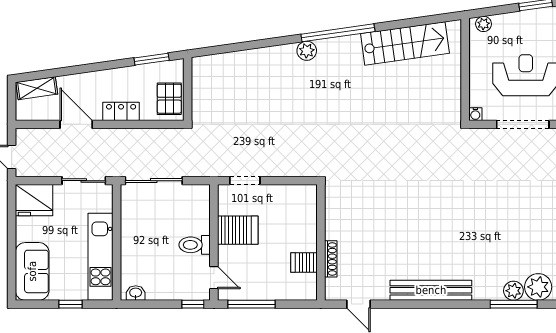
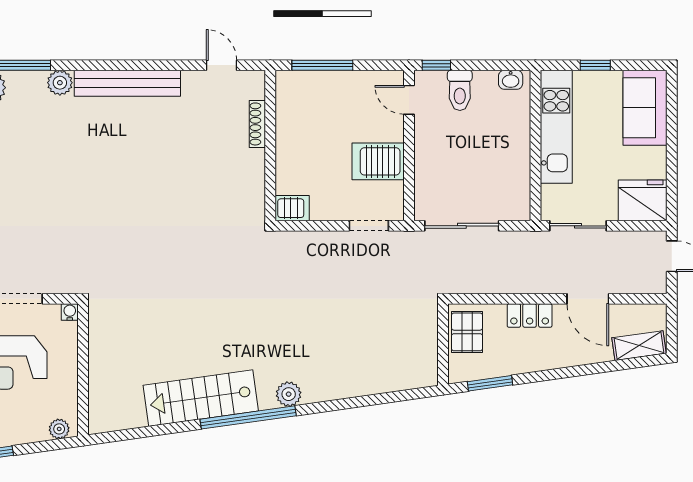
stairs: (405, 43) -> (201, 398), moved
sliding door: (154, 181) -> (462, 226), moved
toilet: (195, 245) -> (460, 90), moved, turned 90
server rack: (304, 263) -> (292, 208), moved
plant: (513, 291) -> (60, 83), moved
window: (251, 304) -> (322, 65), moved

